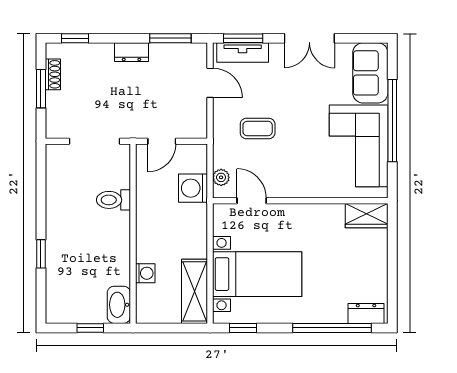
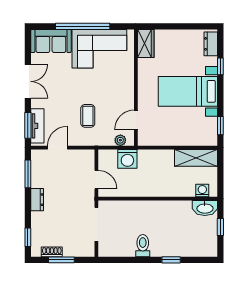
toilet: (113, 200) -> (143, 246), moved, turned 180
washing machine: (145, 273) -> (202, 191), moved
bed with nightstands: (257, 274) -> (188, 91), moved, turned -90
window: (332, 328) -> (220, 66), width x0.32

